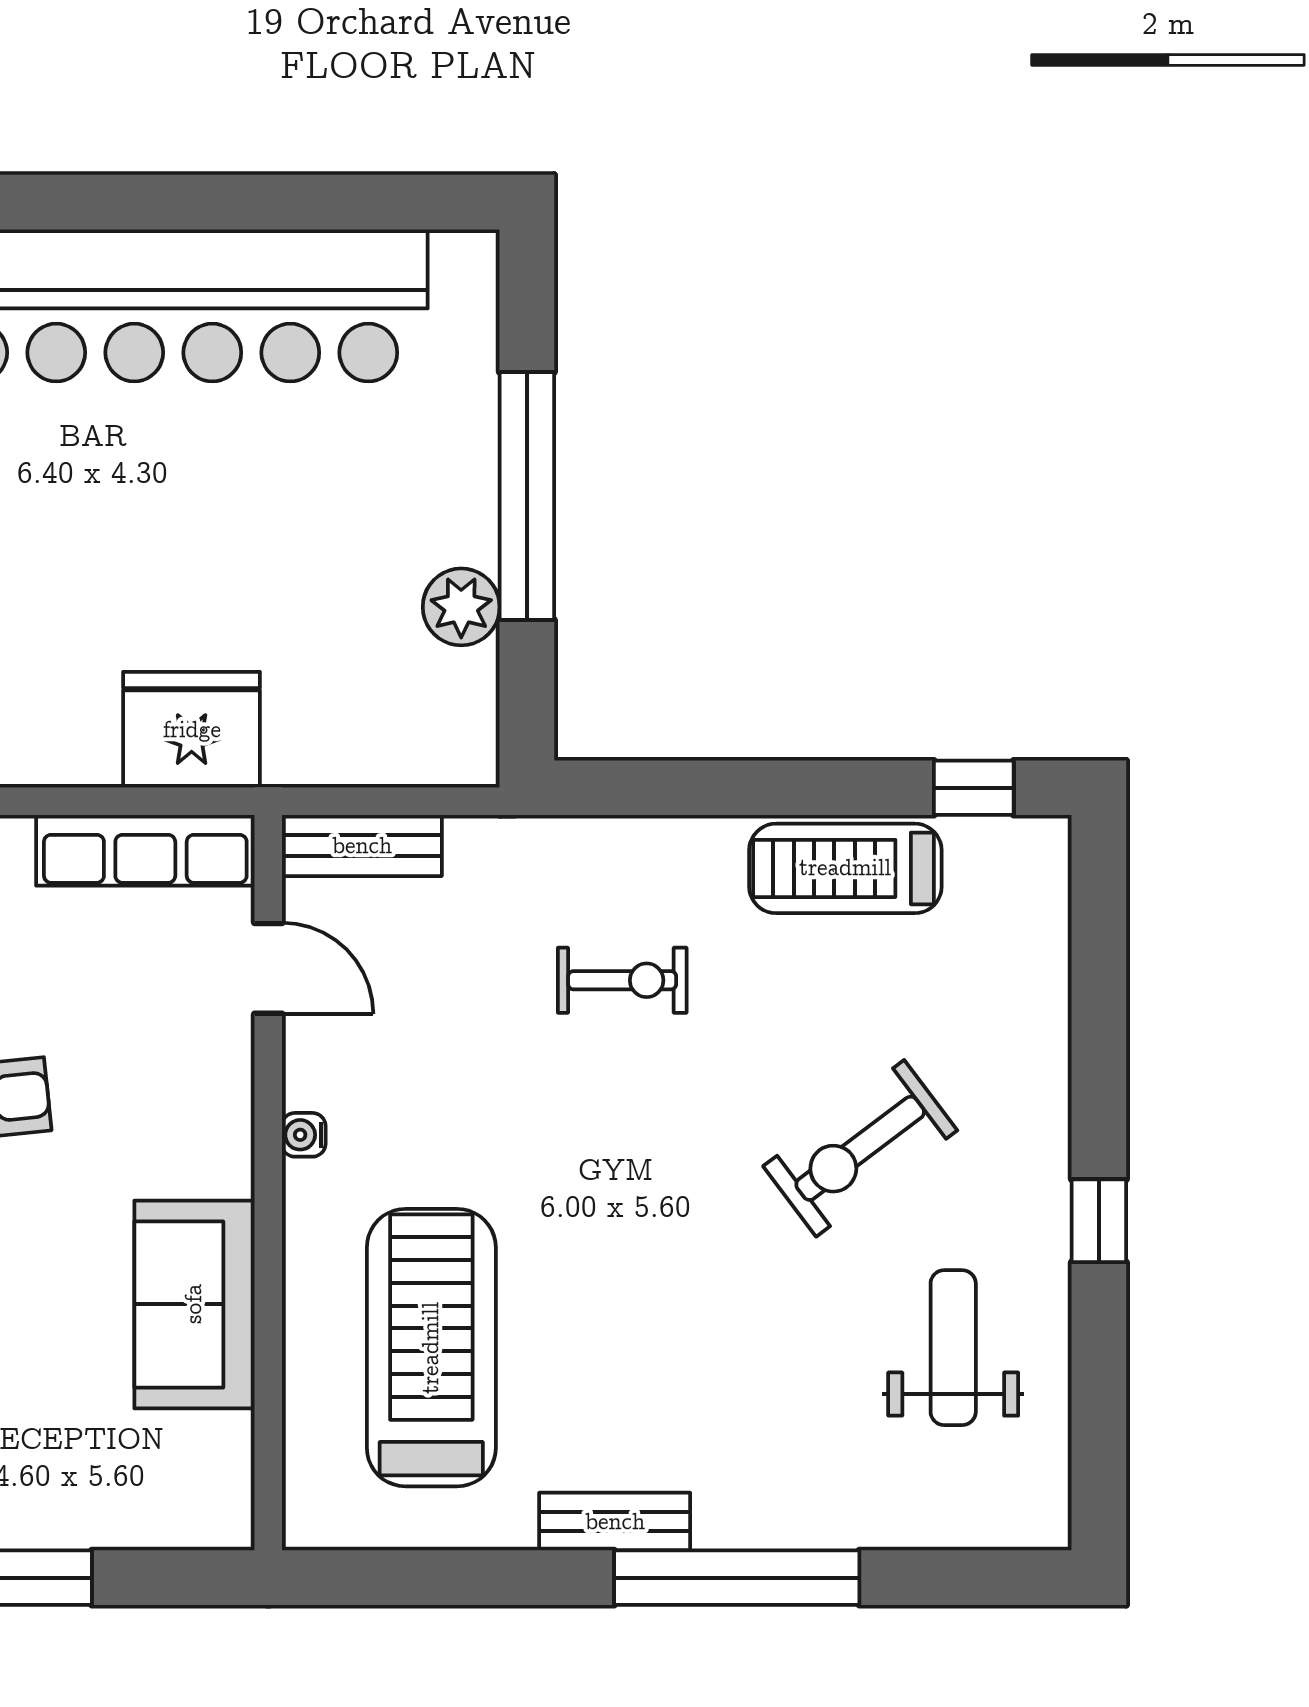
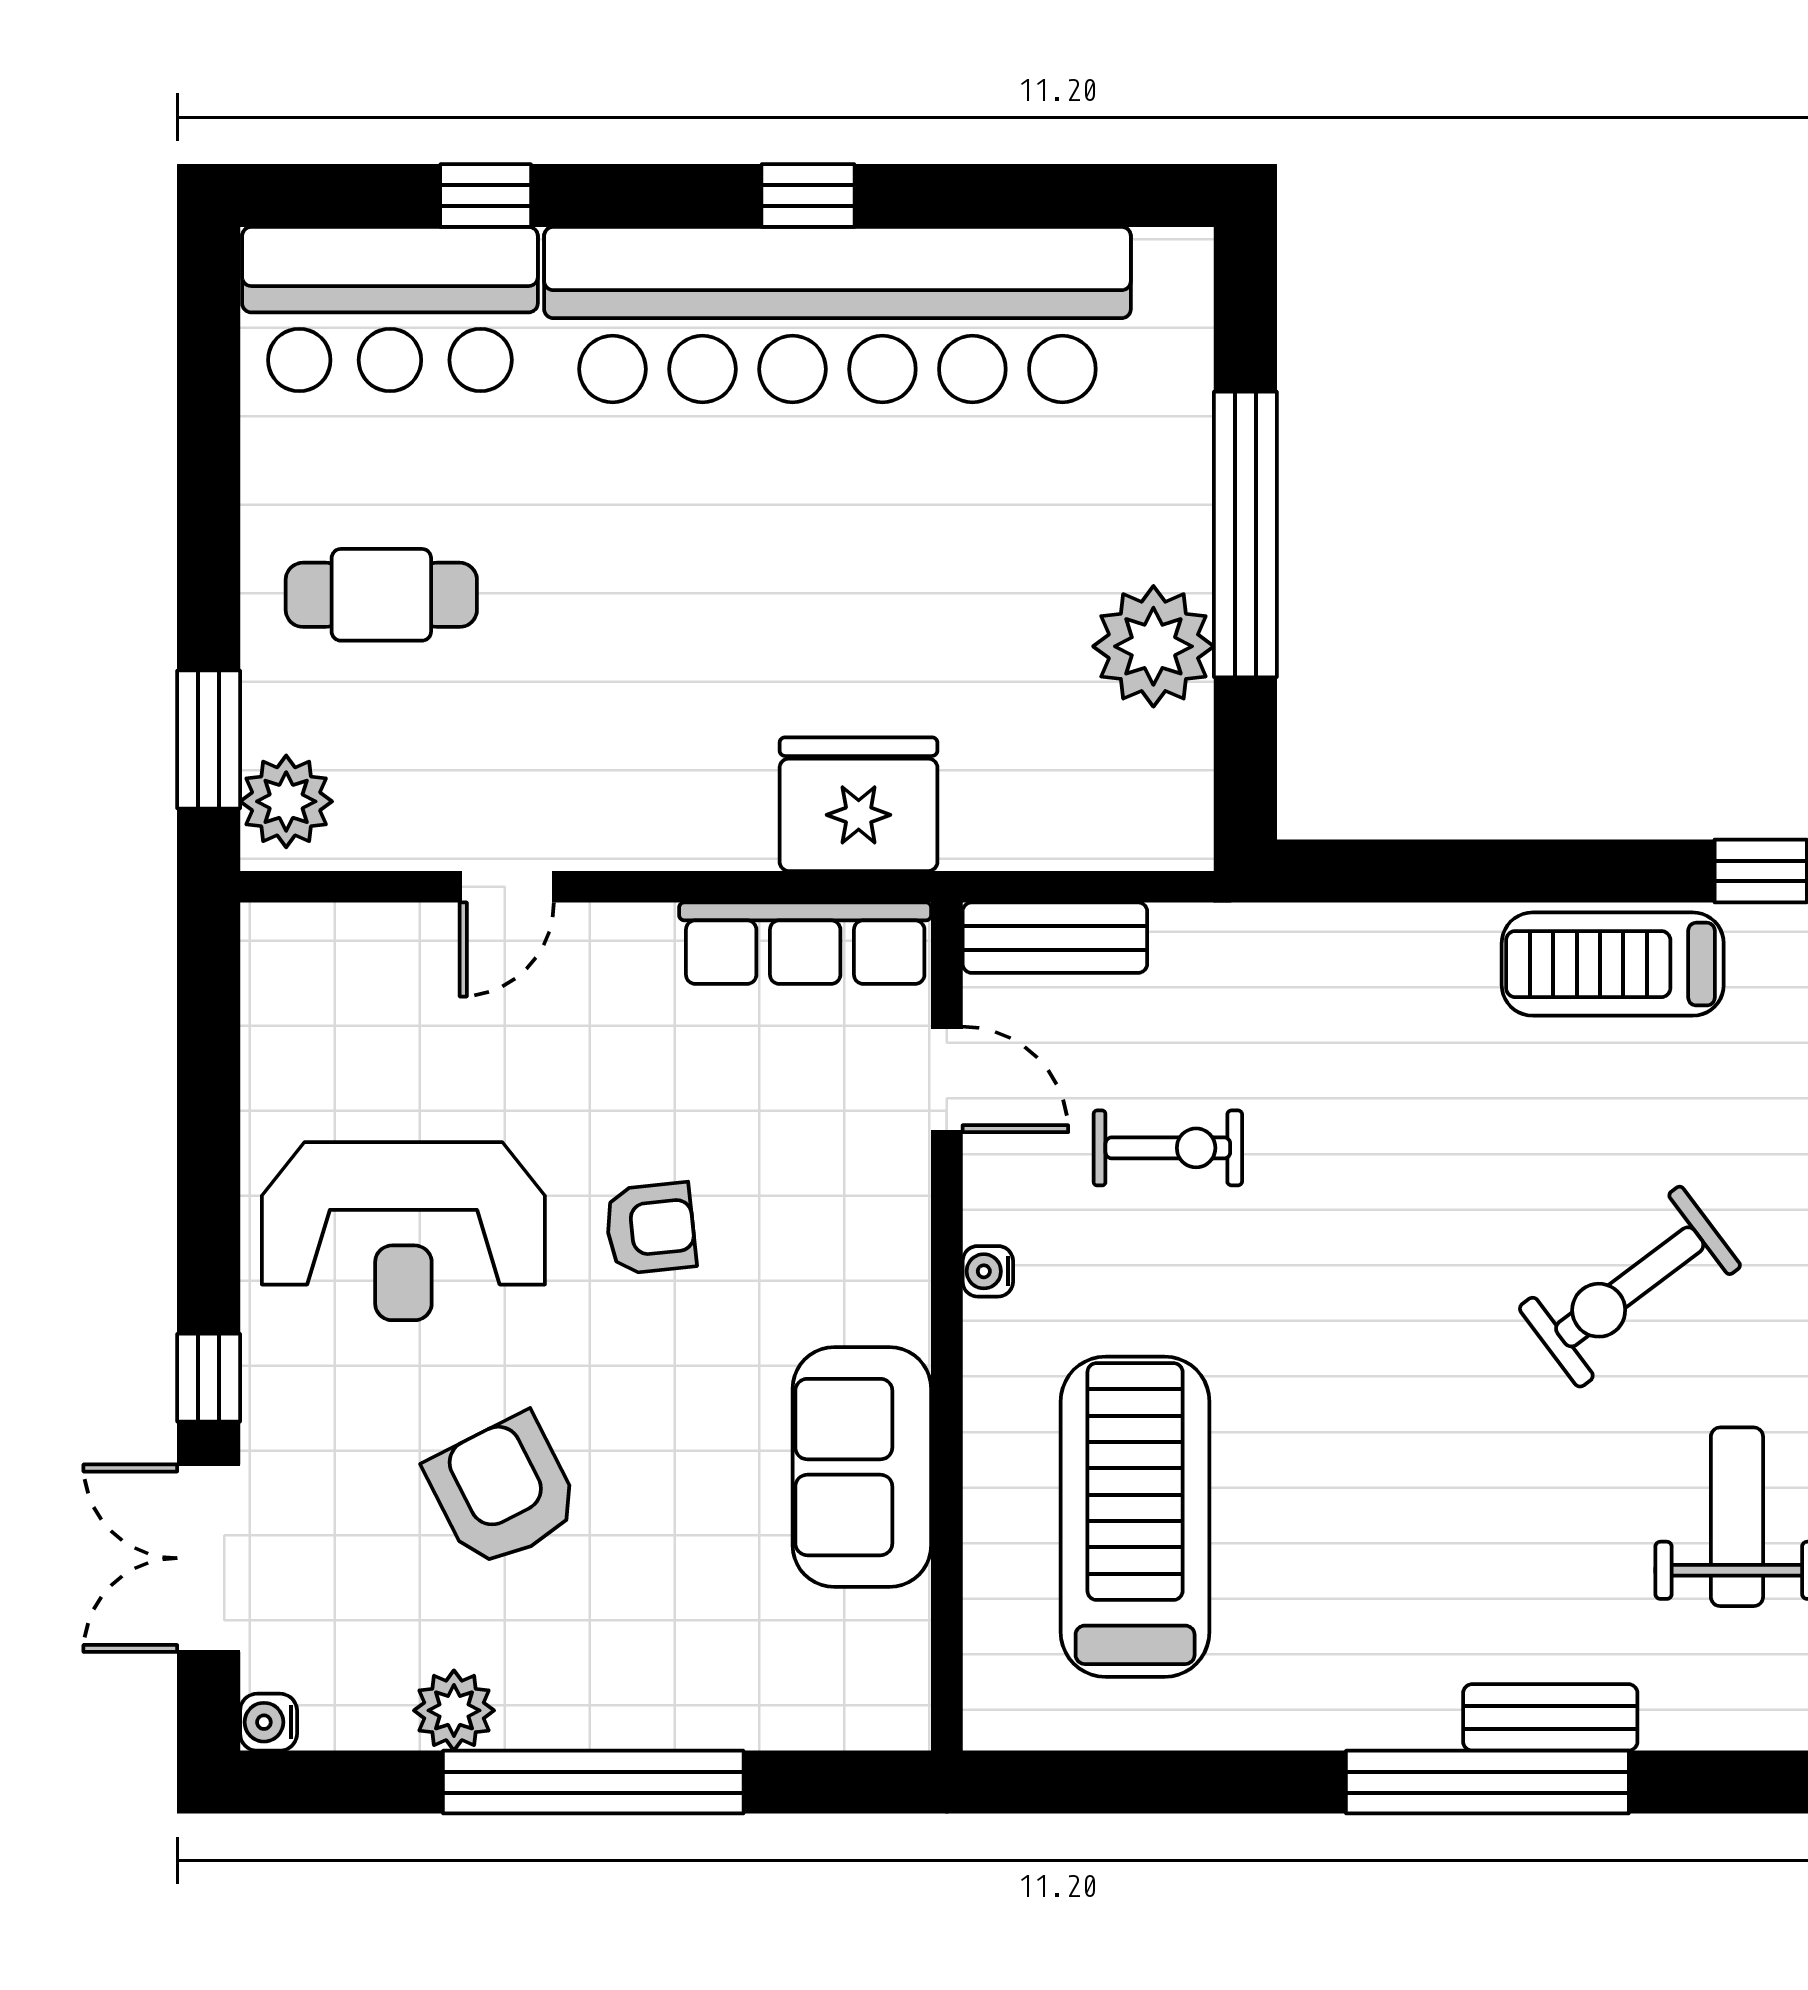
window: (148, 202) -> (808, 196), added
plant: (461, 607) -> (1153, 646), width x1.36, depth x1.36
exercise bike: (622, 980) -> (1168, 1148), moved
bench: (615, 1522) -> (1550, 1717), moved

